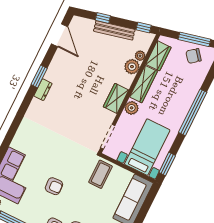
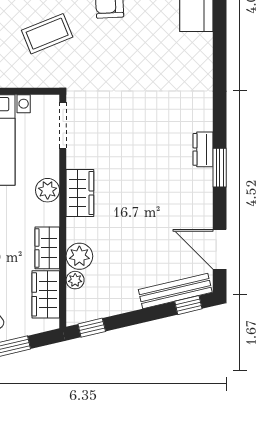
window: (103, 18) -> (188, 305), moved
bench: (114, 30) -> (175, 291), moved
wardrobe: (143, 84) -> (47, 248), width x0.67
coffee table: (101, 174) -> (47, 34), moved, turned 68

